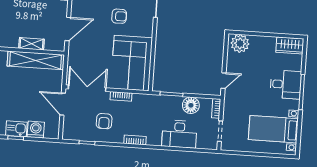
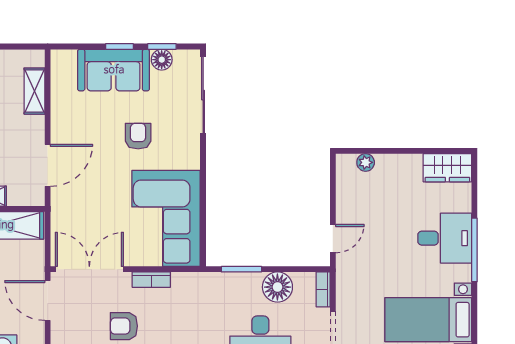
armchair: (119, 16) -> (138, 136), turned -90
plant: (240, 43) -> (366, 162), width x0.53, depth x0.53
armchair: (104, 121) -> (124, 326), turned 90

